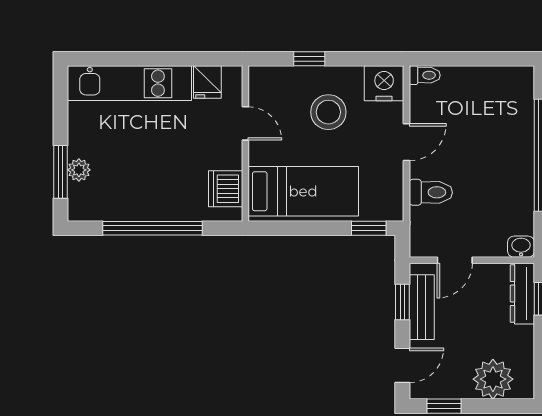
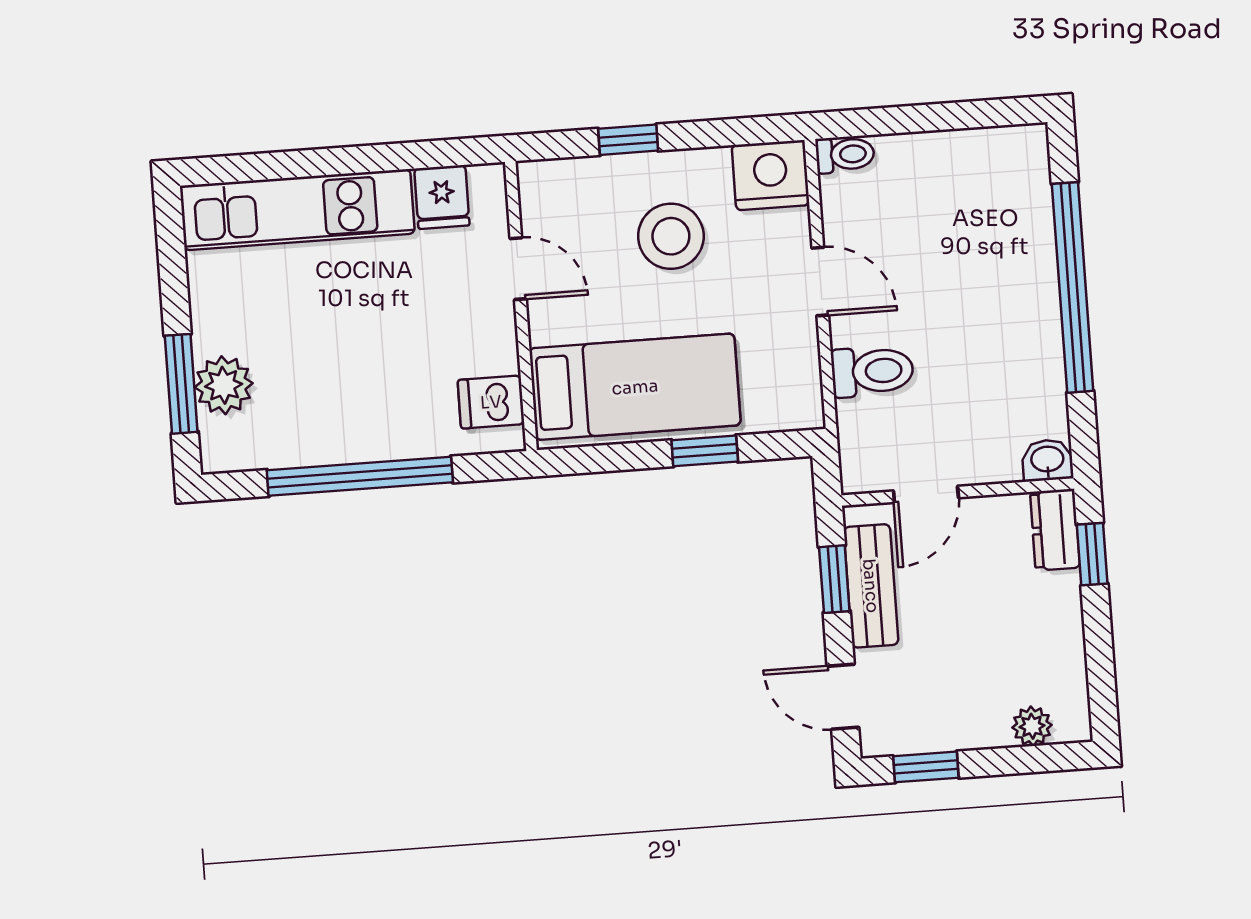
door: (407, 142) -> (820, 281), hinge flipped
plant: (79, 170) -> (224, 385), width x1.38, depth x1.38
dishwasher: (226, 189) -> (491, 402), width x0.73
window: (369, 228) -> (705, 451), moved
dresser: (522, 294) -> (1055, 530), width x0.70
door: (402, 365) -> (843, 697), swing flipped
plant: (493, 379) -> (1032, 726), width x0.53, depth x0.53

